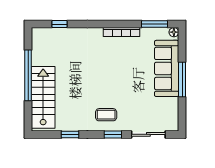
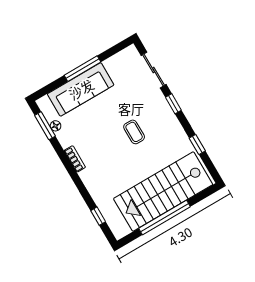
bookcase: (122, 32) -> (75, 159), width x0.64
floor lamp: (174, 32) -> (56, 126), moved
stairs: (43, 97) -> (163, 192), width x1.36, depth x1.51
coffee table: (106, 115) -> (134, 132), moved

